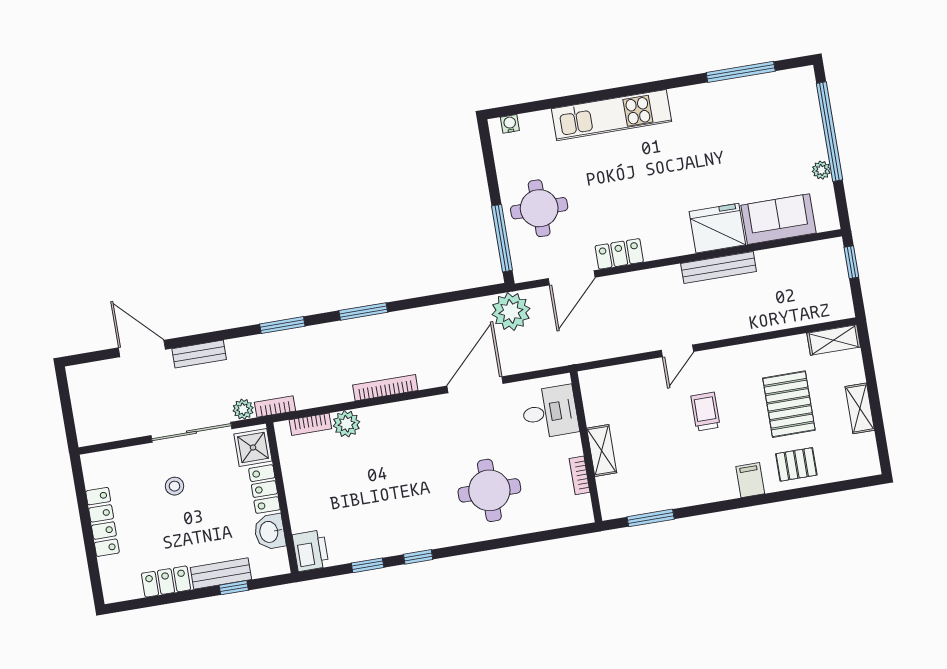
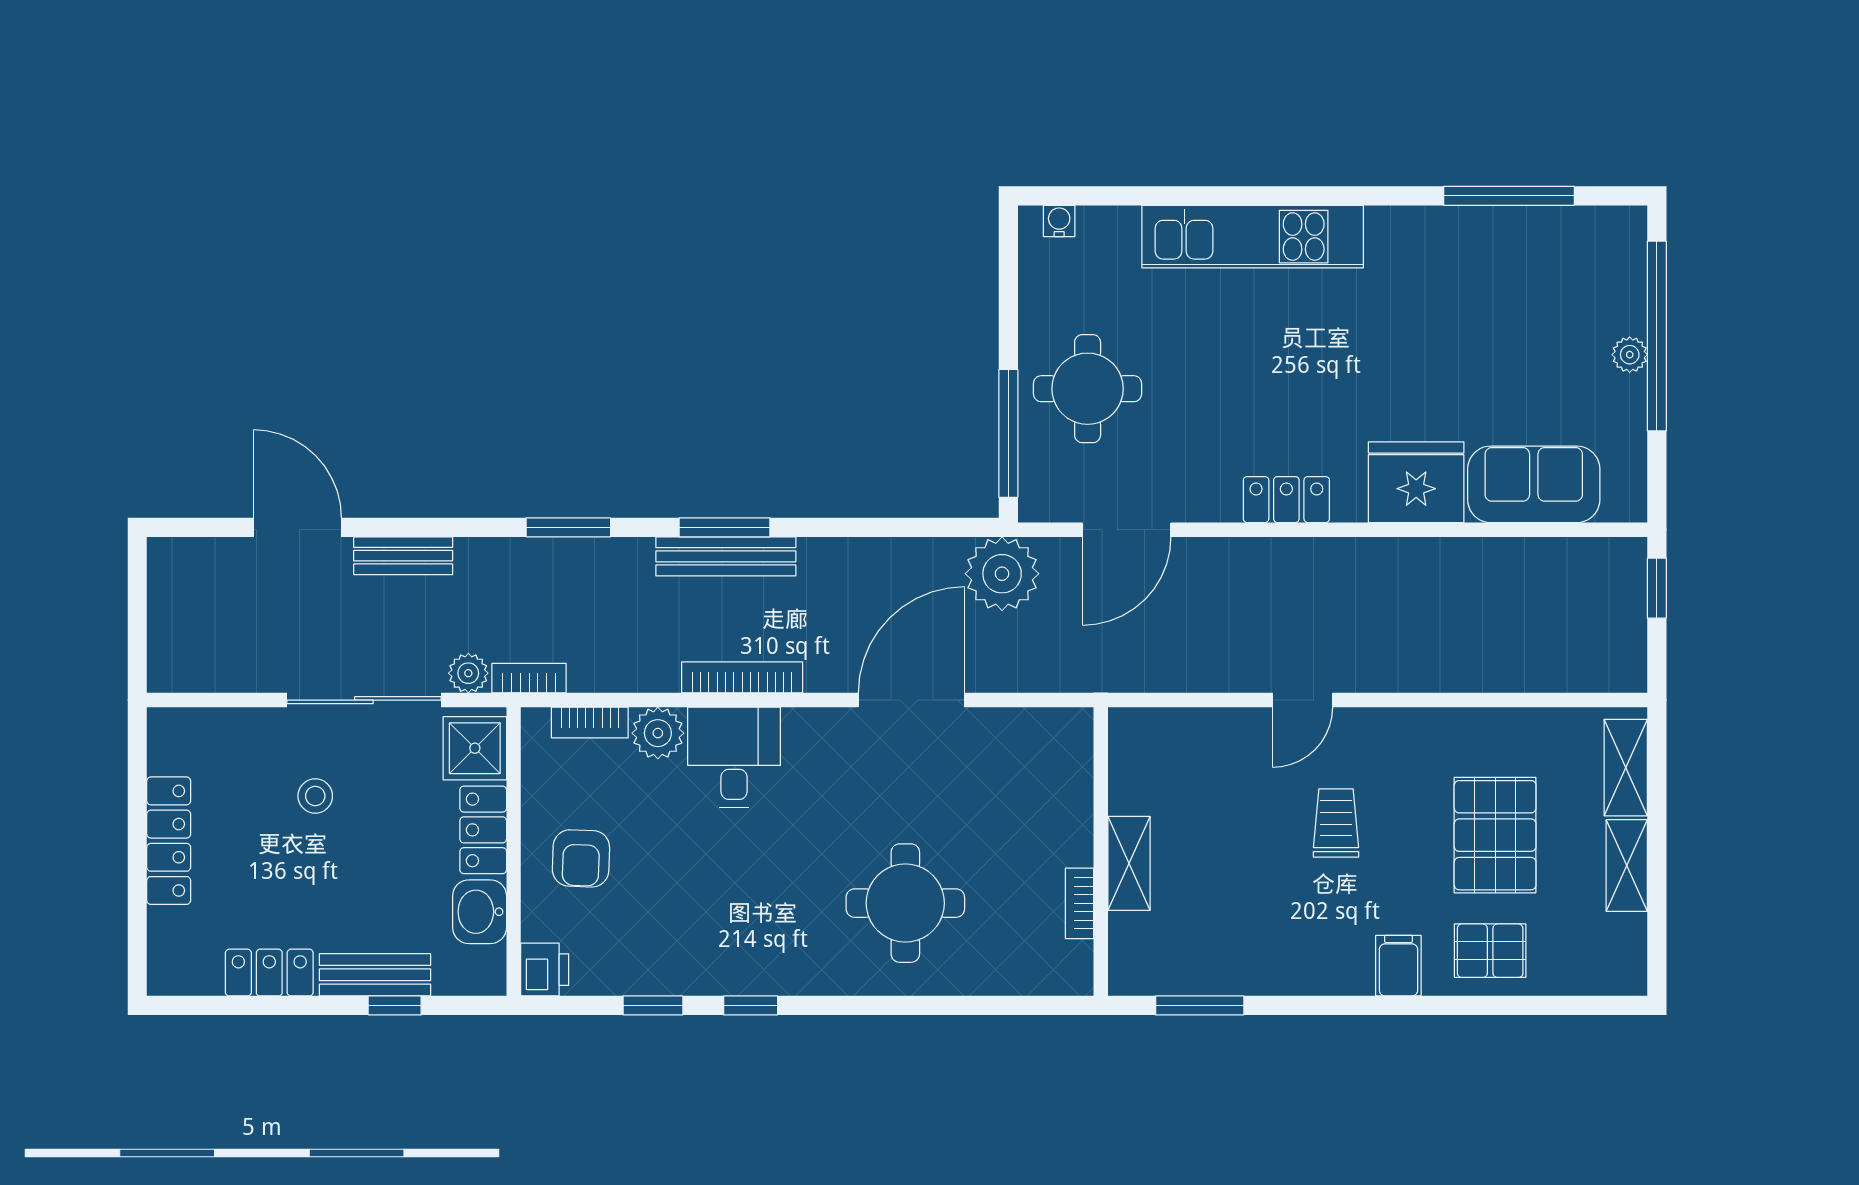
plant: (821, 170) -> (1630, 355), moved
locker: (619, 254) -> (1286, 500), moved
bench: (719, 267) -> (726, 556), moved
shelving: (834, 340) -> (1626, 768), moved, turned 90
desk: (550, 412) -> (734, 757), moved, turned -90
armchair: (318, 495) -> (581, 858), added
printer: (311, 551) -> (545, 970), width x0.73, depth x0.81

